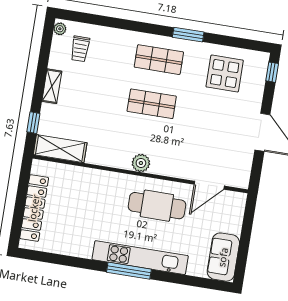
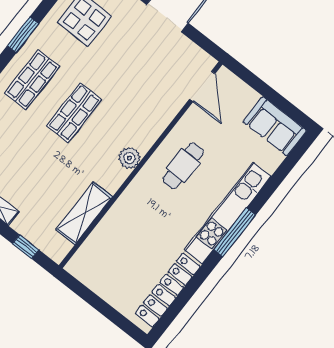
shelving: (60, 149) -> (84, 213), moved
door: (209, 185) -> (202, 86), moved
cafe table: (157, 206) -> (183, 166), width x0.73, depth x0.74
locker: (34, 208) -> (168, 290), moved, turned -90

